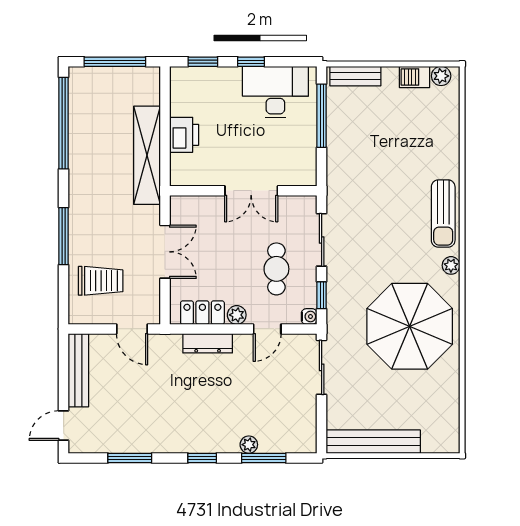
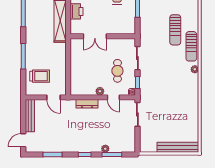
sun lounger: (407, 176) -> (175, 30), added
double door: (251, 191) -> (95, 36), moved
double door: (165, 252) -> (68, 63), removed
locker: (202, 313) -> (85, 90), removed
parasol: (410, 326) -> (176, 96), removed
door: (267, 329) -> (113, 97), hinge flipped
bench: (373, 442) -> (178, 147), moved

